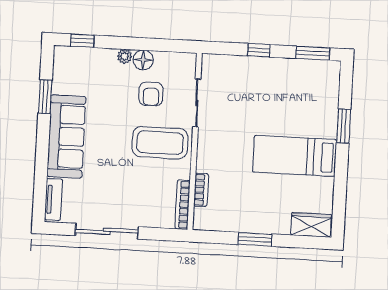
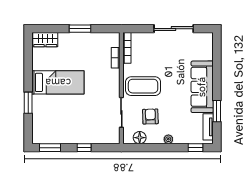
floor lamp: (143, 60) -> (140, 138), moved
tv unit: (53, 199) -> (208, 127), moved

